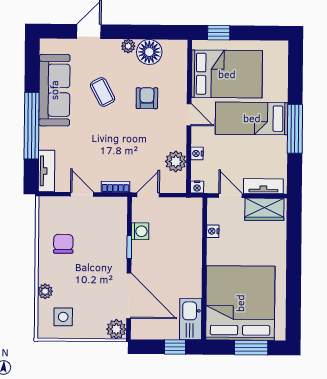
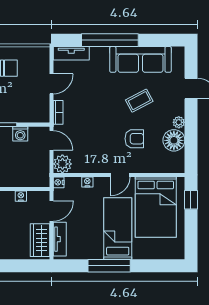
plant: (176, 161) -> (62, 164), moved

